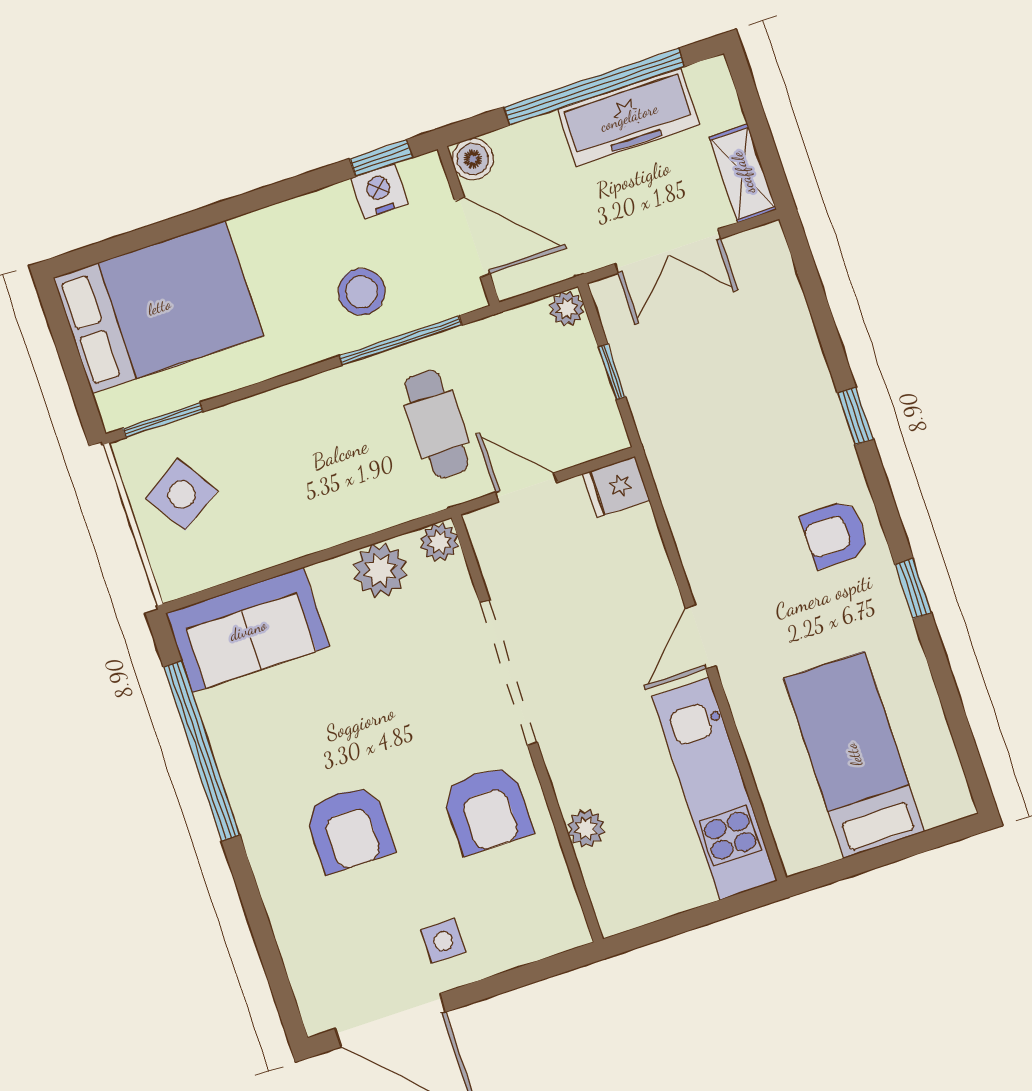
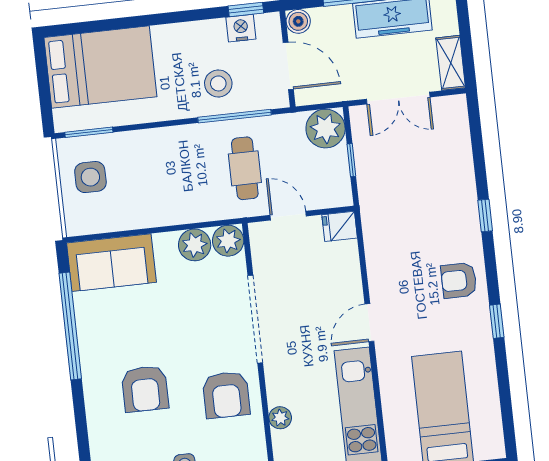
plant: (567, 309) -> (326, 129), width x1.87, depth x1.87
side table: (182, 494) -> (90, 177), turned 32
plant: (439, 542) -> (228, 241), width x1.38, depth x1.38

